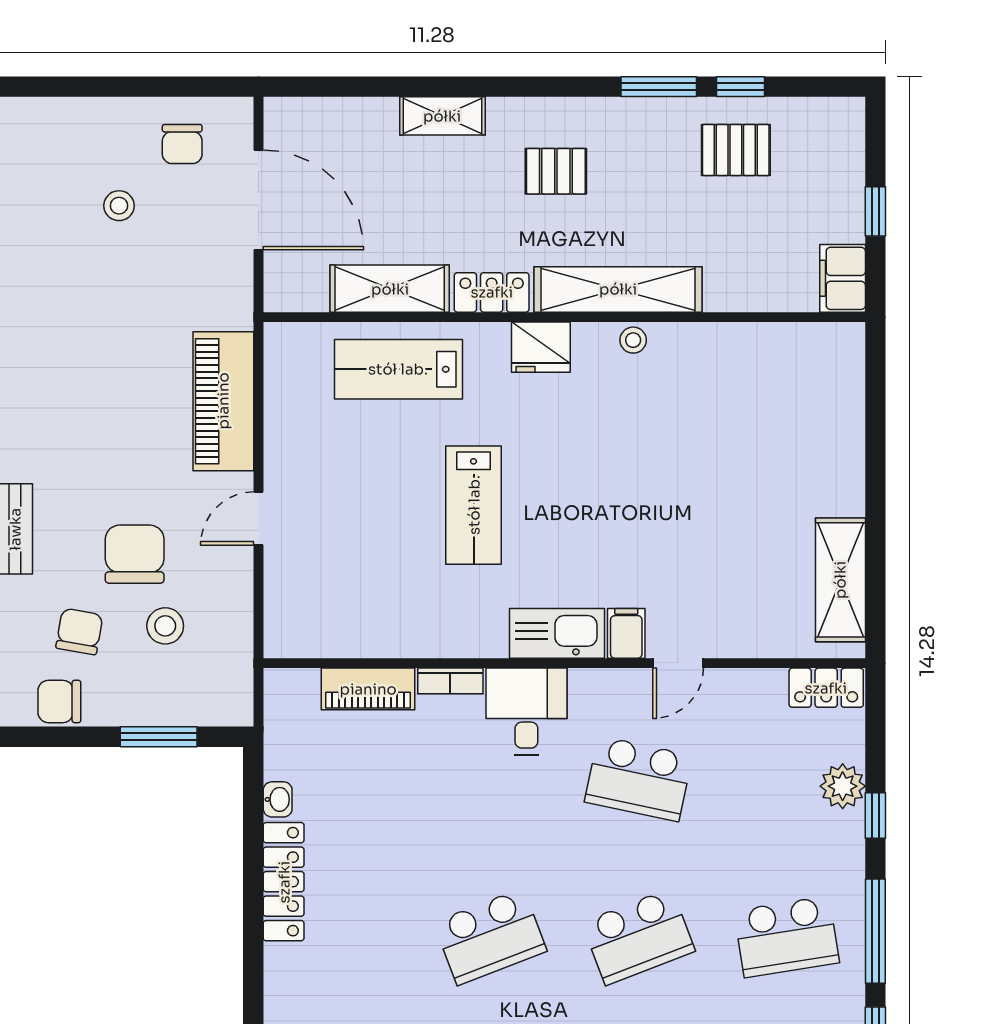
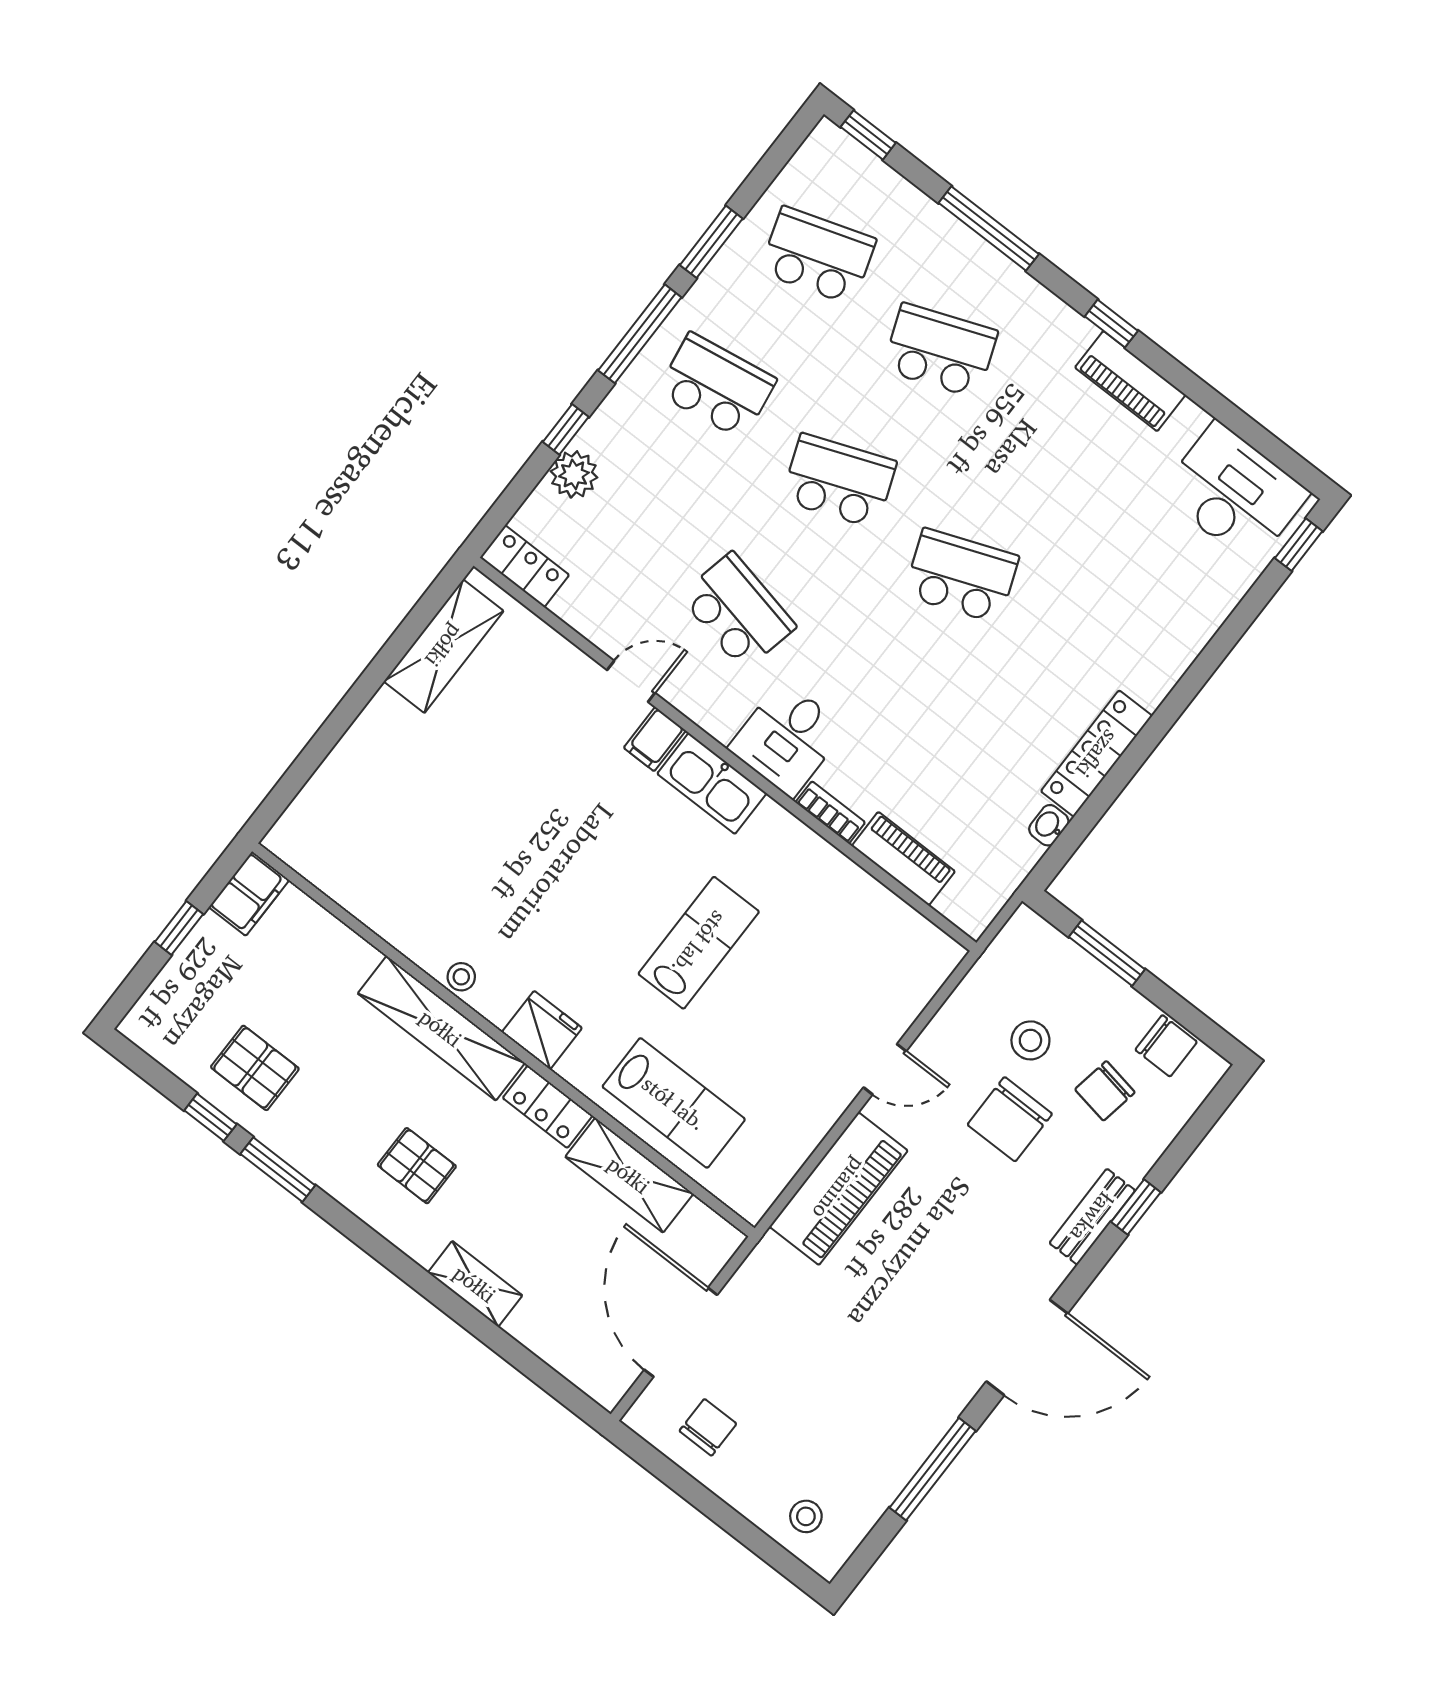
stool: (119, 206) -> (806, 1516), moved

